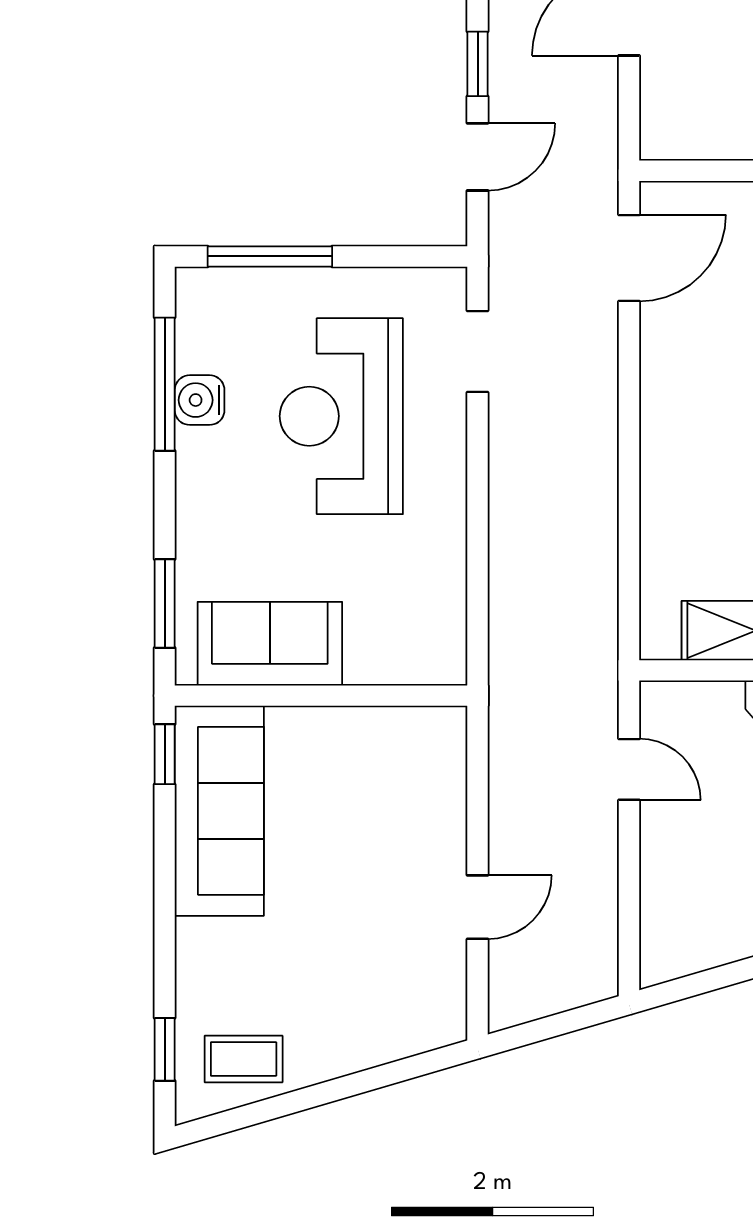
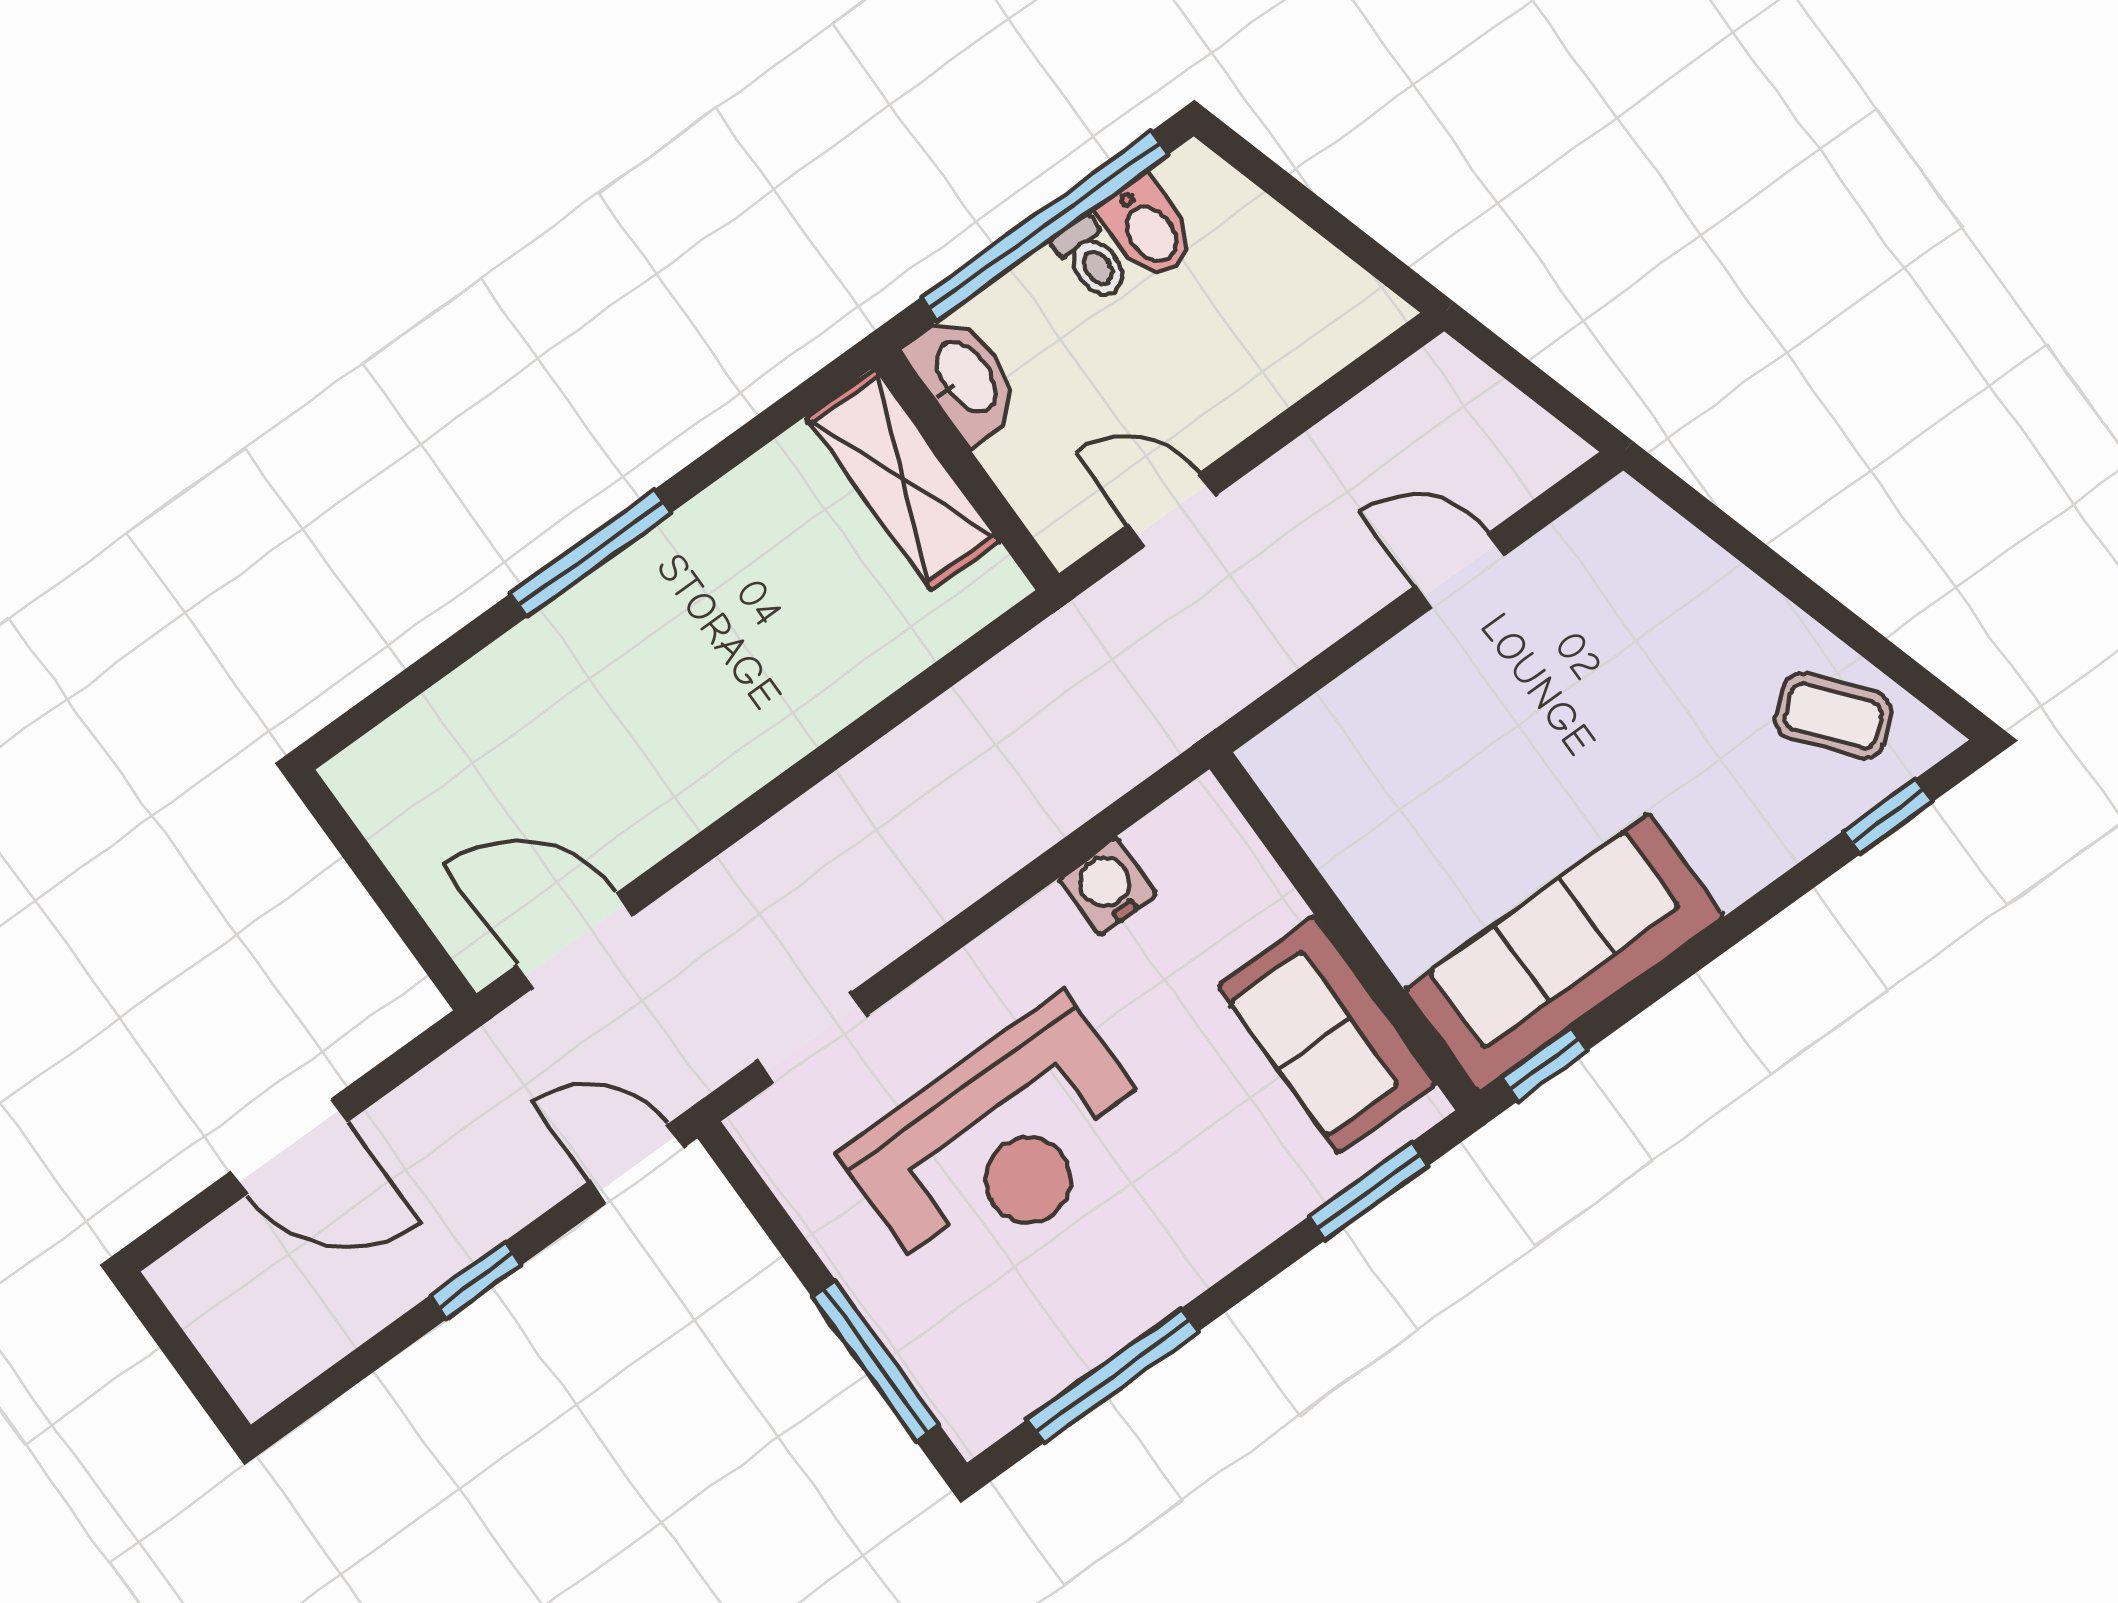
door: (478, 157) -> (636, 1164), moved
water cooler: (200, 400) -> (1108, 886), moved, turned 180
door: (629, 769) -> (1171, 510), hinge flipped
coffee table: (244, 1059) -> (1833, 716), turned -39

